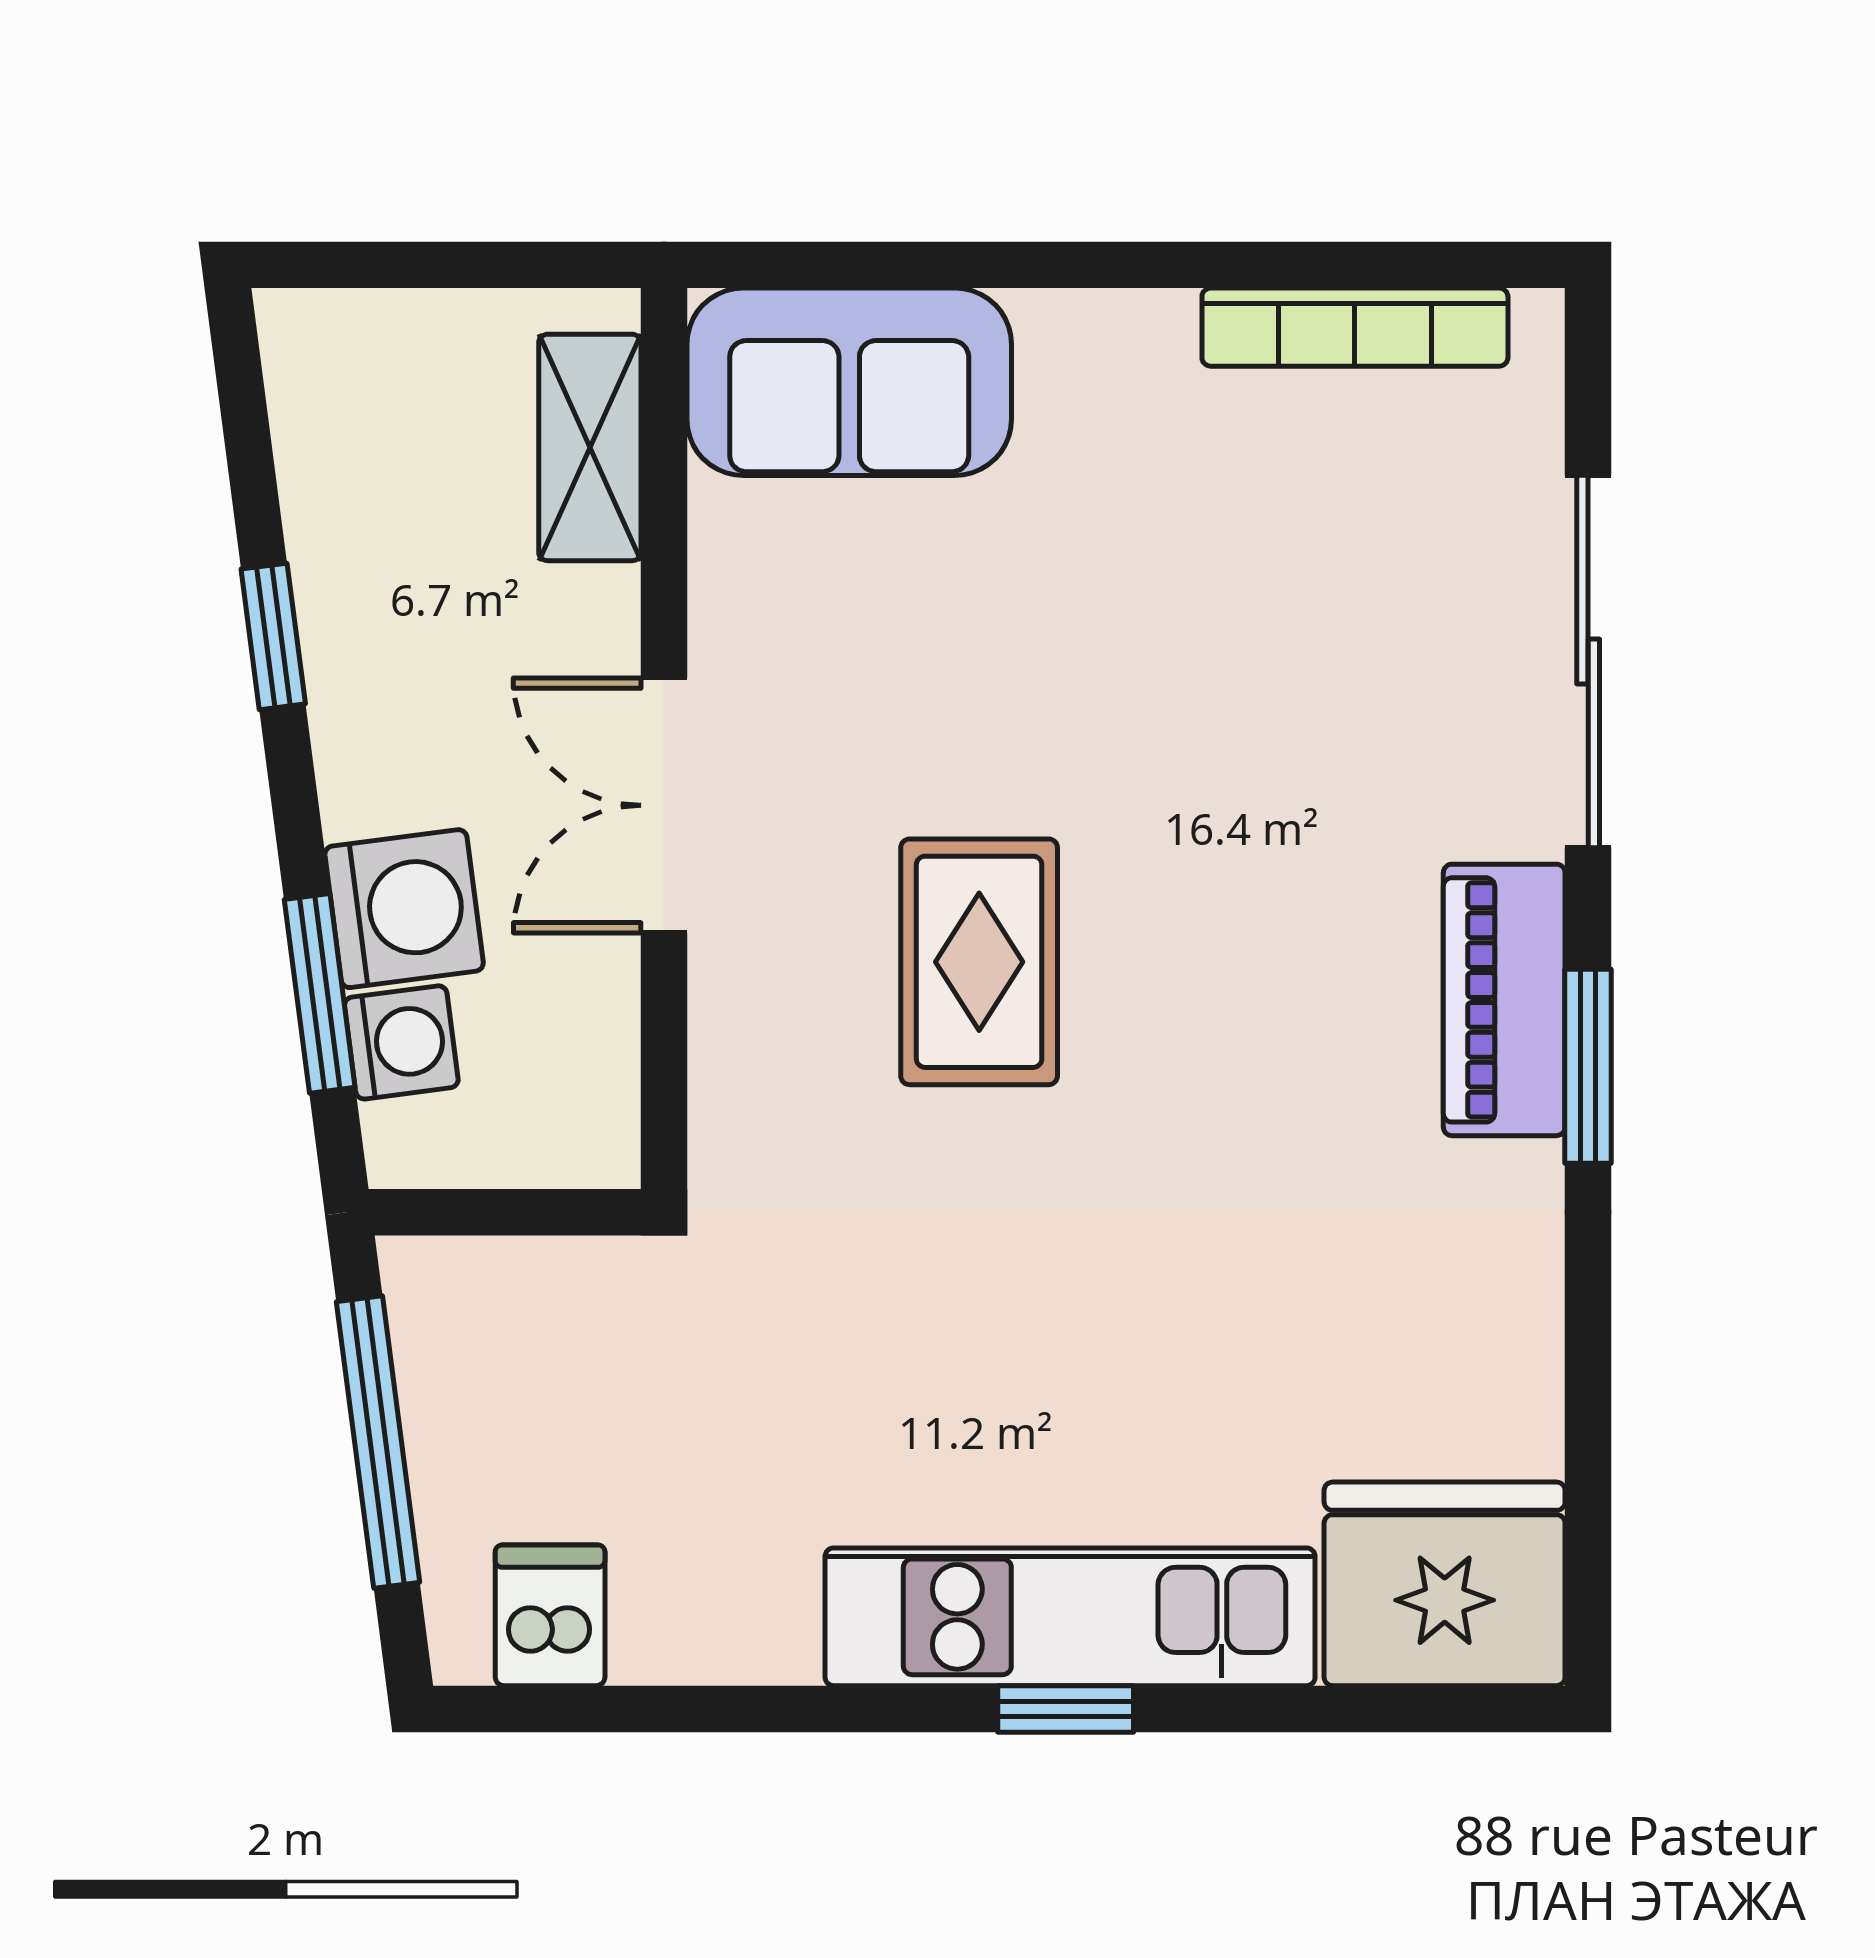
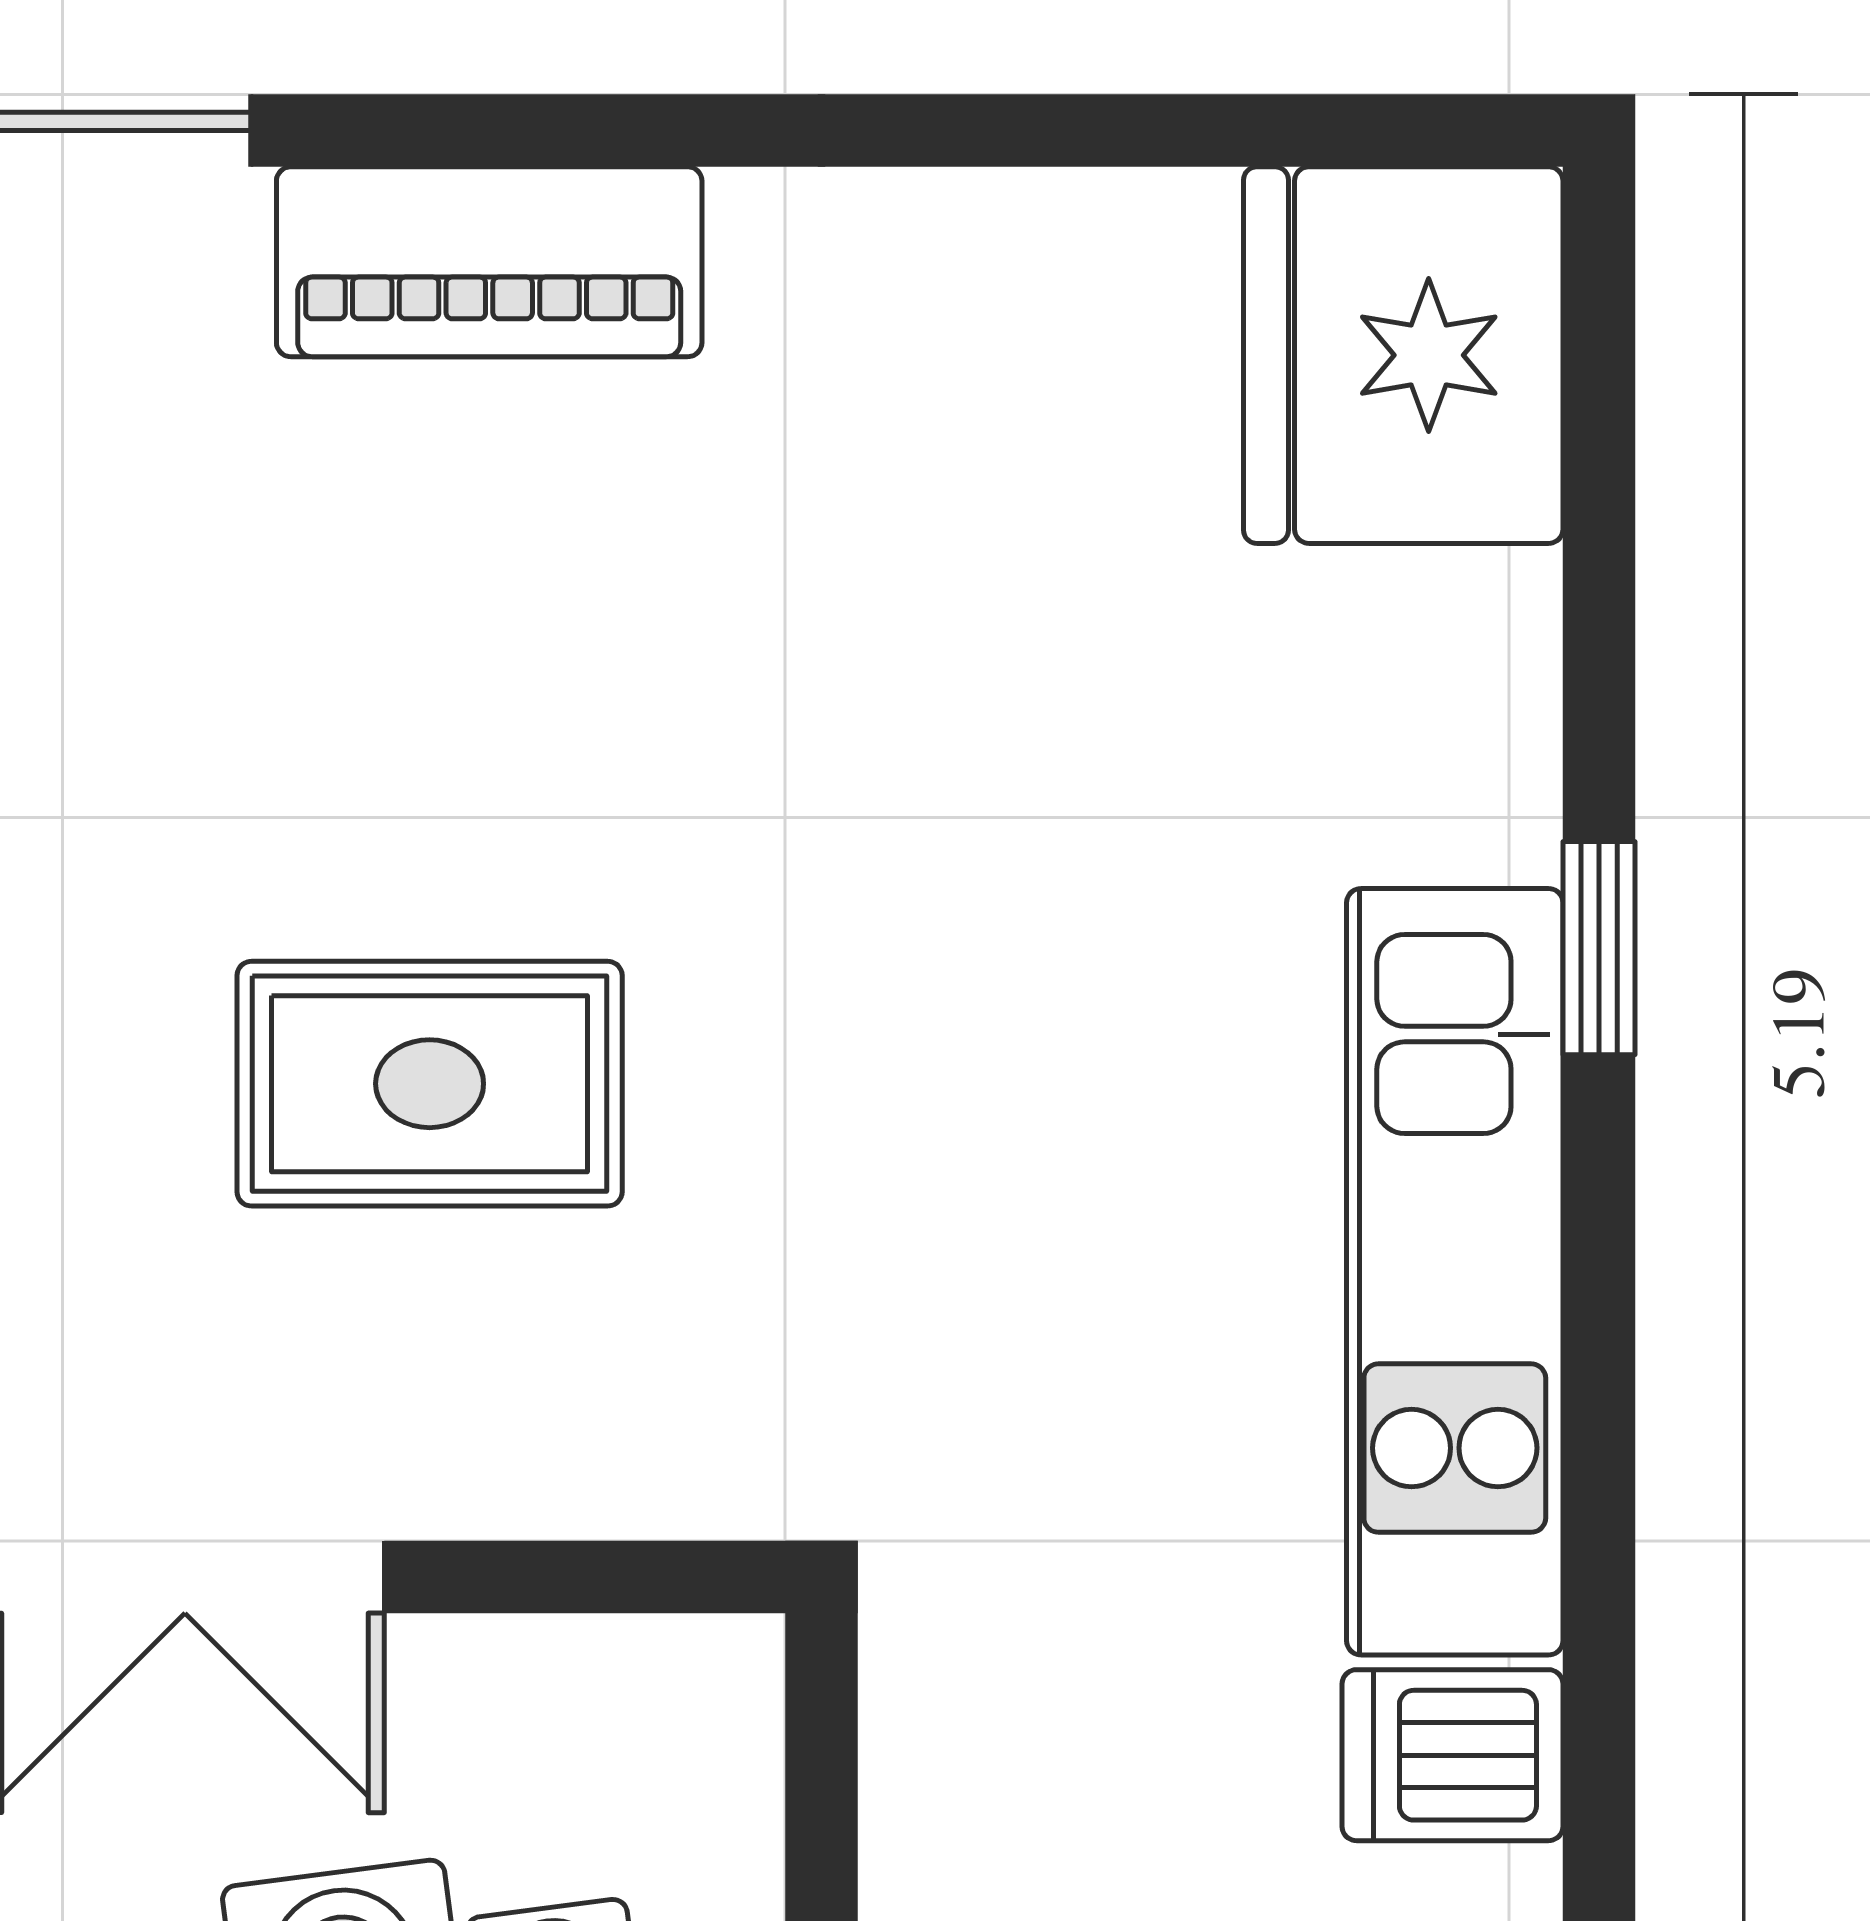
window: (1588, 1066) -> (593, 130), removed
kitchen unit: (1070, 1617) -> (1455, 1272), moved

